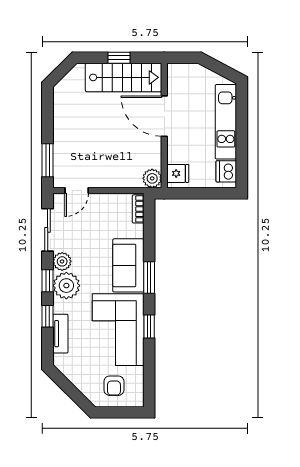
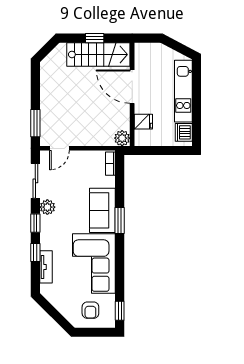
fridge: (178, 173) -> (143, 122), moved
plant: (66, 286) -> (51, 227), removed
window: (149, 326) -> (120, 311), moved

